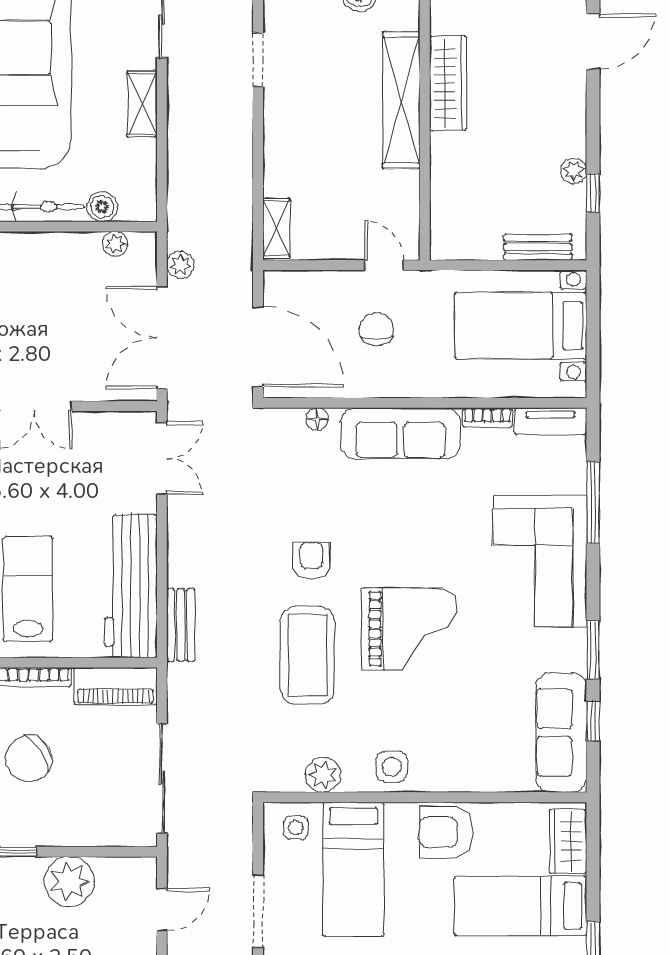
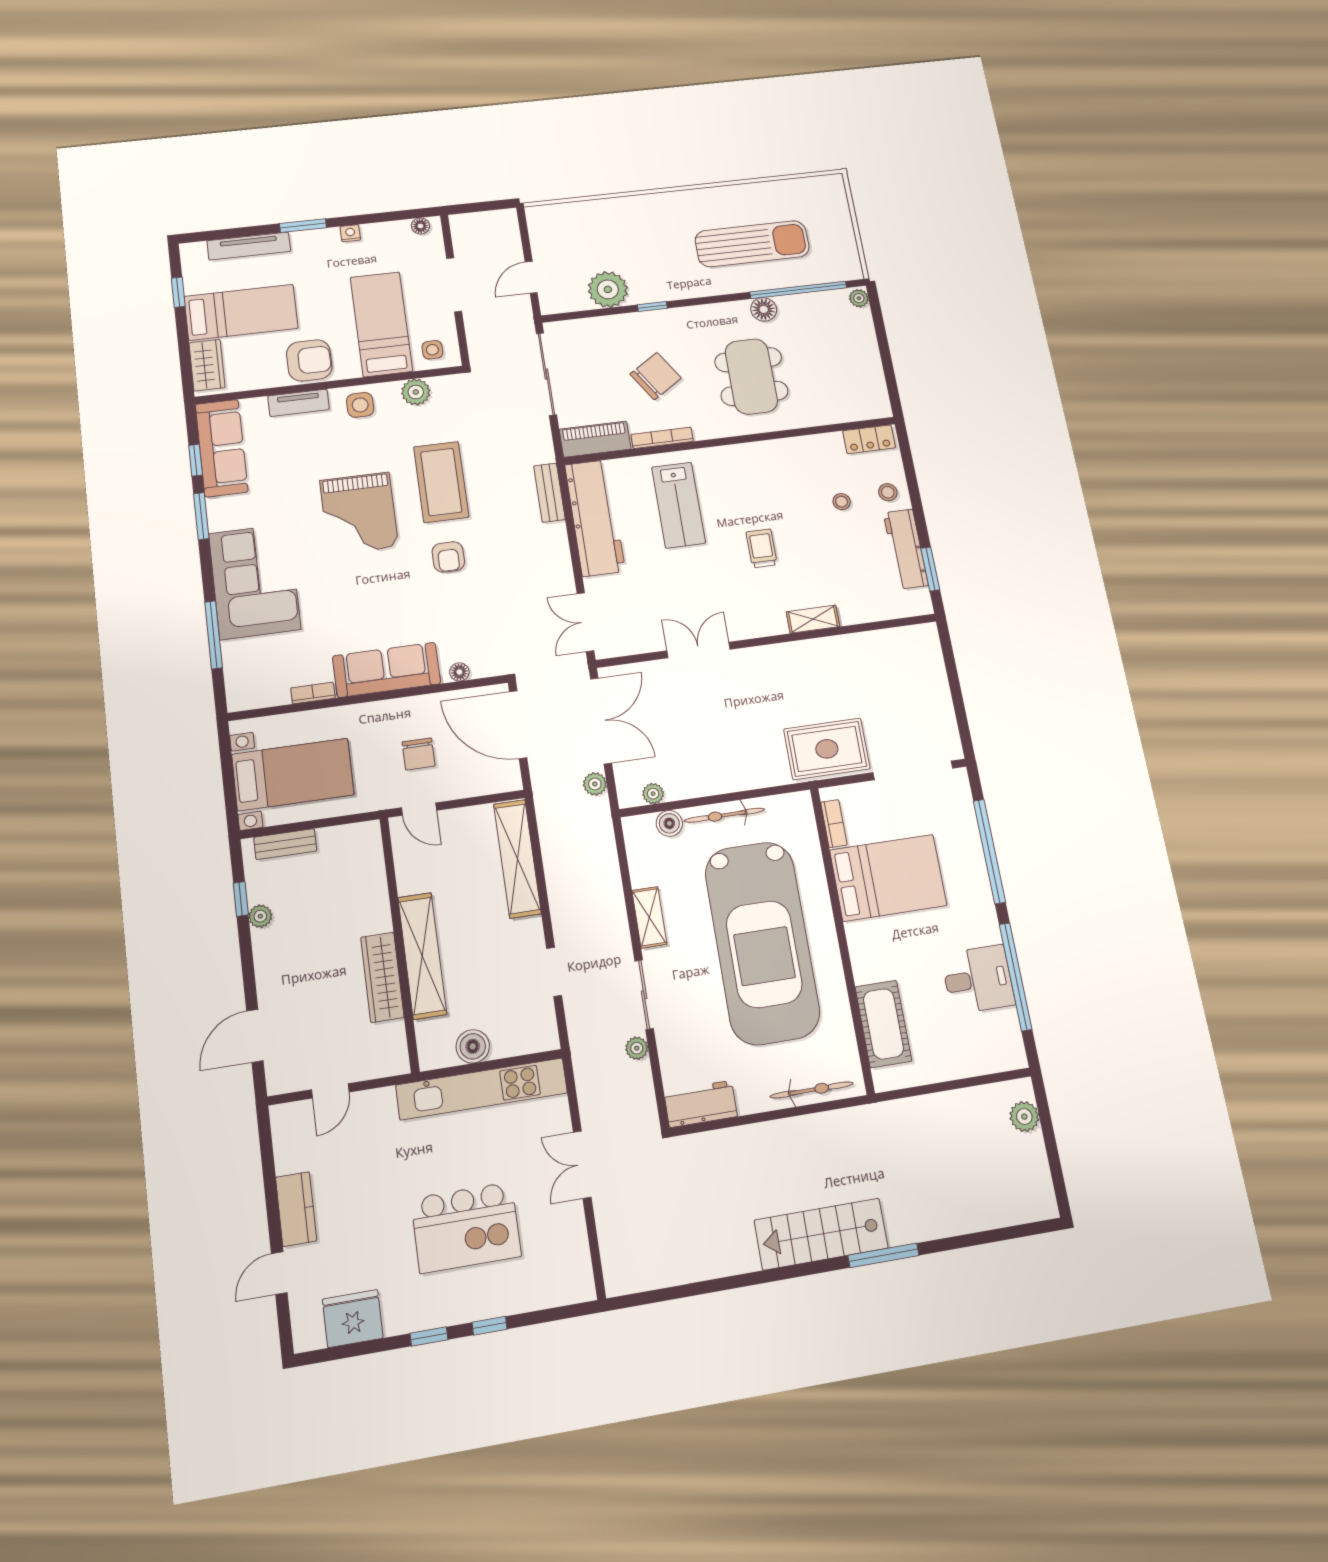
shelving: (276, 228) -> (517, 859), width x2.20, depth x1.33
tv unit: (550, 421) -> (298, 403), moved, turned 180
grand piano: (409, 629) -> (359, 513), turned -90

